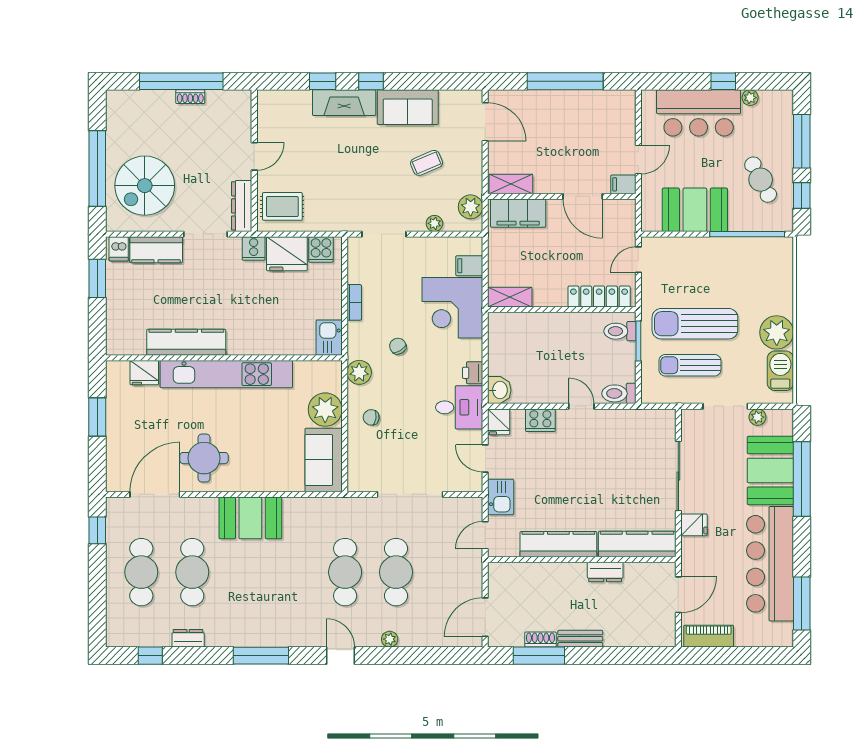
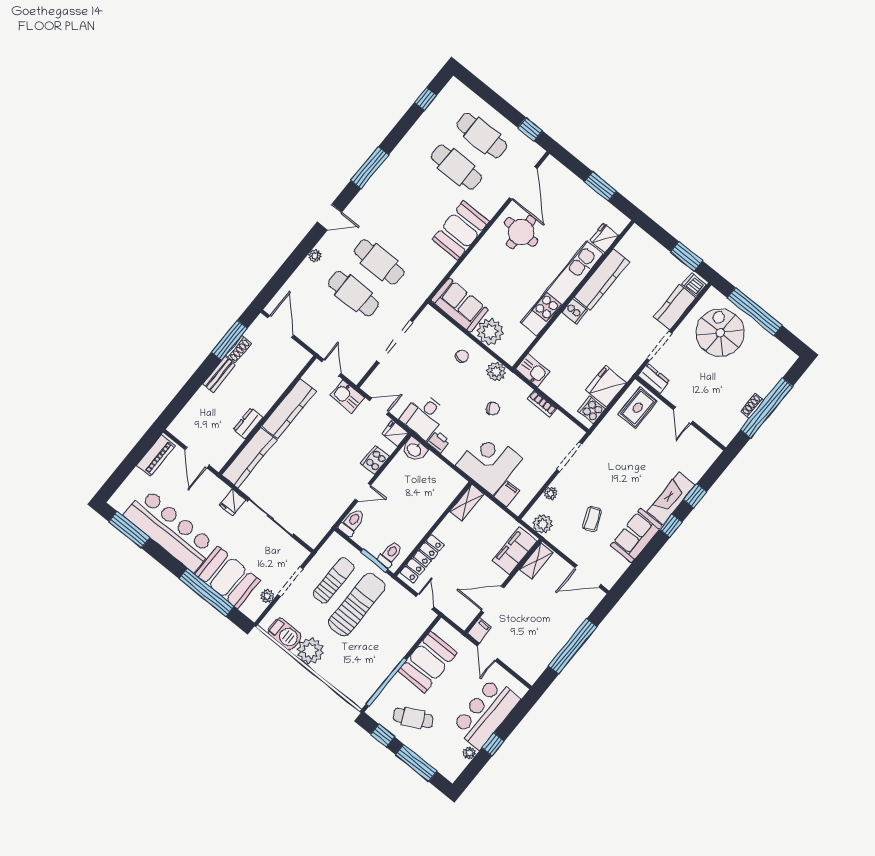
dresser: (242, 206) -> (654, 379), width x0.70
cooker: (254, 249) -> (575, 311), moved, turned 180
dresser: (188, 638) -> (417, 131), removed

